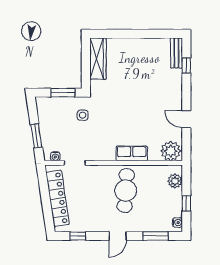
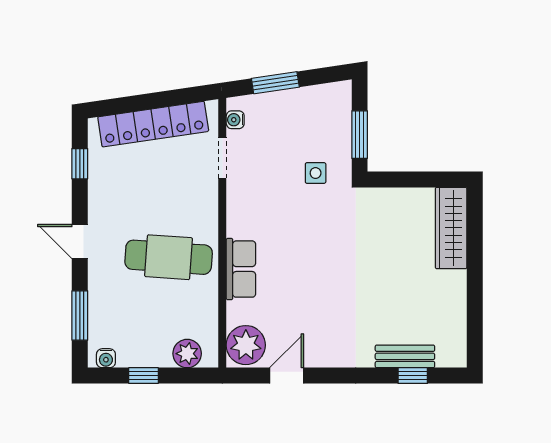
bench: (176, 53) -> (405, 356), moved
wardrobe: (98, 59) -> (451, 228), moved, turned 90
door: (186, 119) -> (287, 376), moved

